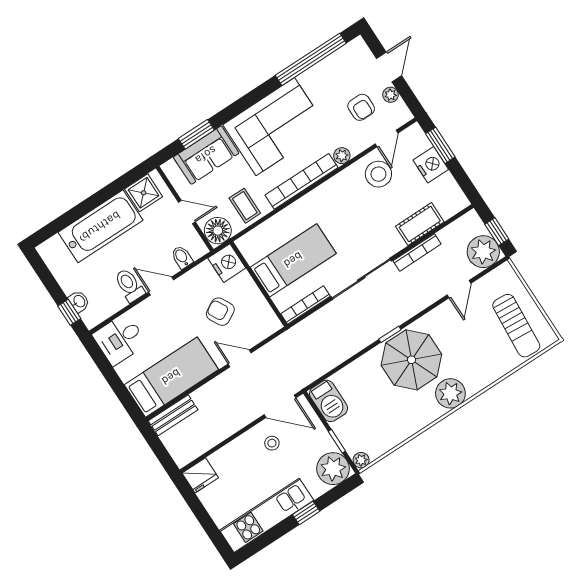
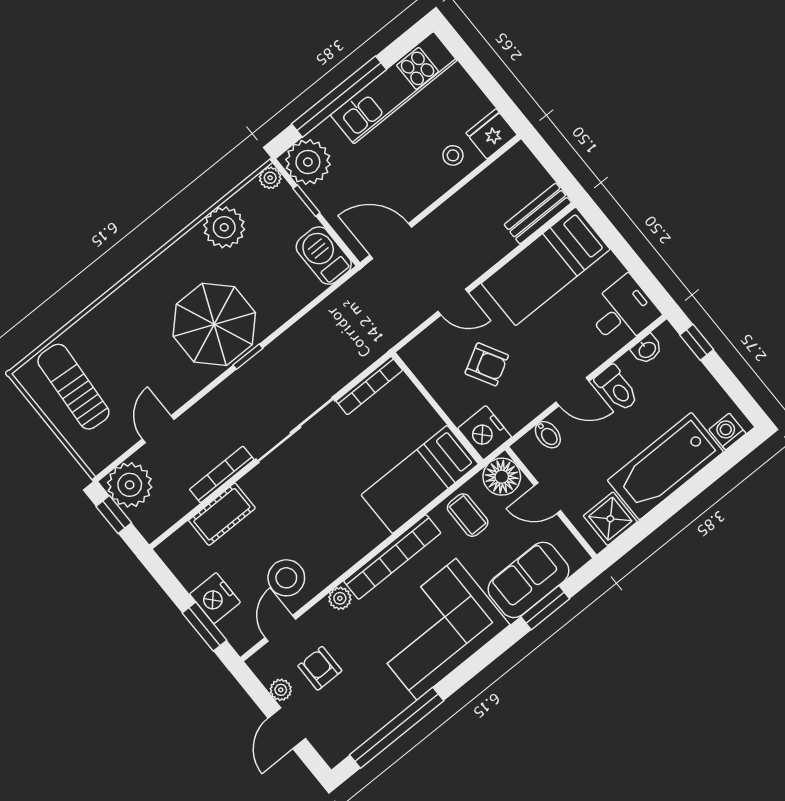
washing machine: (54, 246) -> (727, 432), added
bed: (293, 260) -> (420, 479), moved
washbasin: (79, 301) -> (647, 349), moved, turned -90
plant: (450, 393) -> (224, 227), moved
stool: (272, 443) -> (453, 155), moved
window: (306, 513) -> (339, 97), width x3.17

